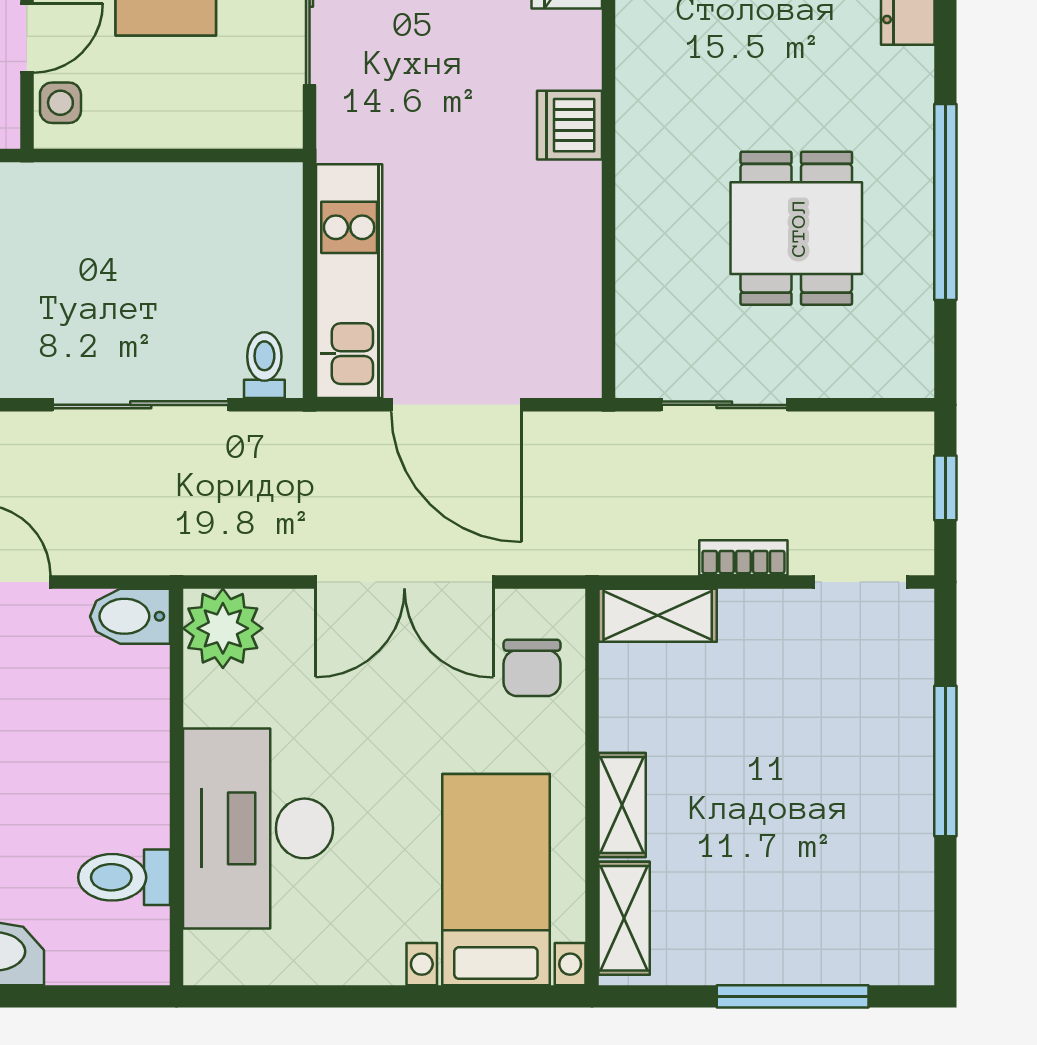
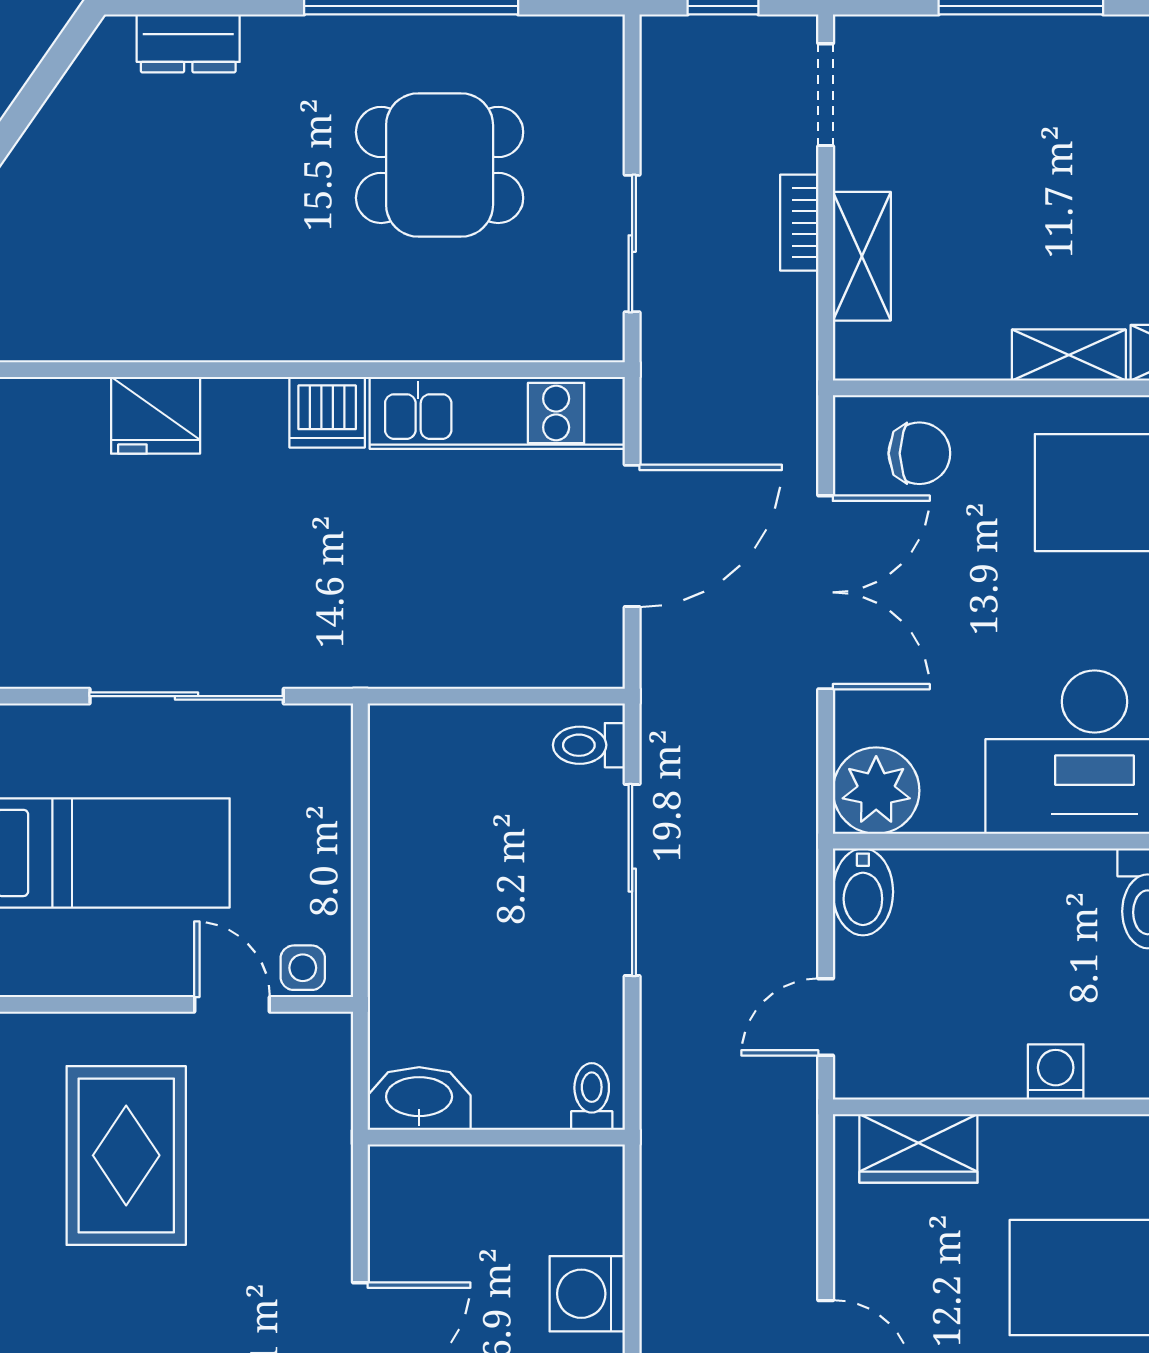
kitchen unit: (349, 281) -> (497, 413), moved, turned 180
shelving: (658, 615) -> (862, 256), moved

